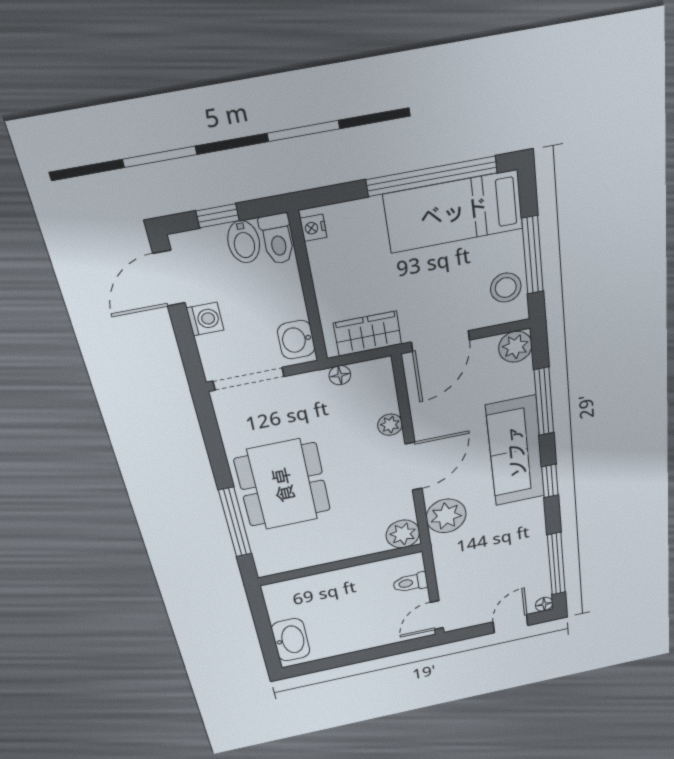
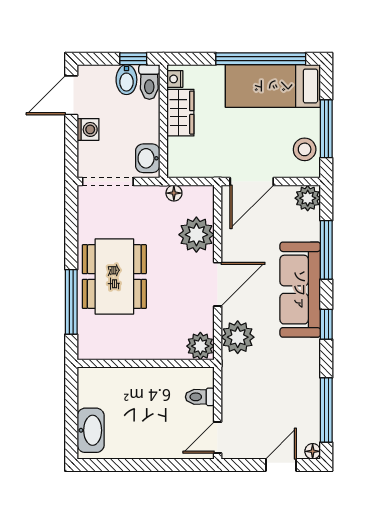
window: (218, 216) -> (133, 59), moved
wardrobe: (368, 334) -> (180, 113), moved, turned 90
plant: (390, 425) -> (196, 235), width x1.87, depth x1.87

